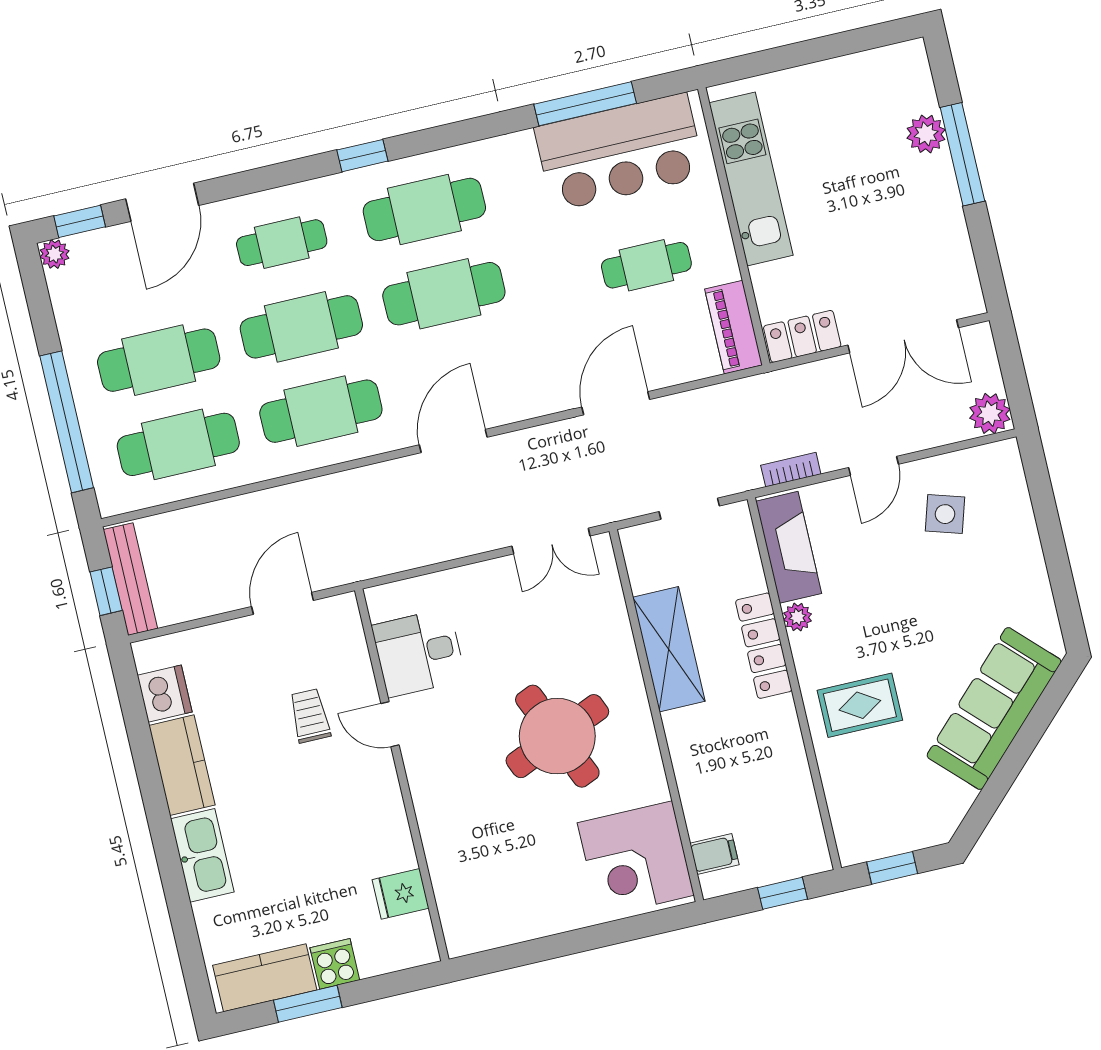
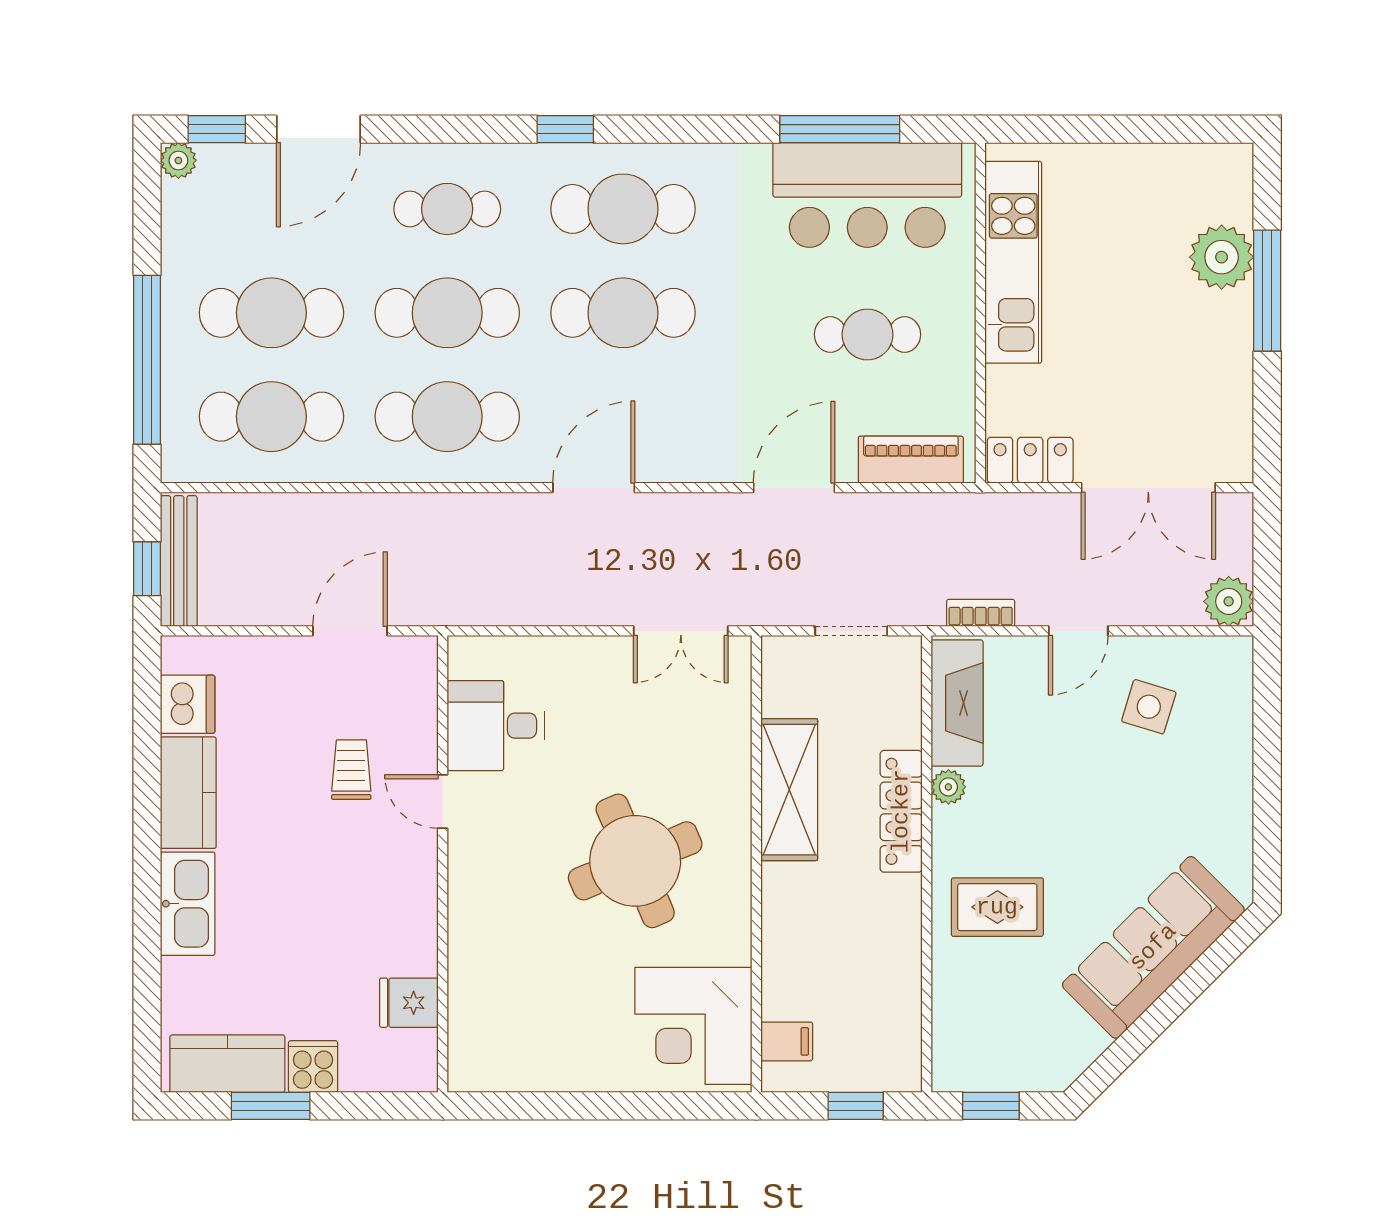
plant: (926, 134) -> (1222, 257), width x1.36, depth x1.36
piano: (733, 327) -> (911, 460), moved, turned 90

